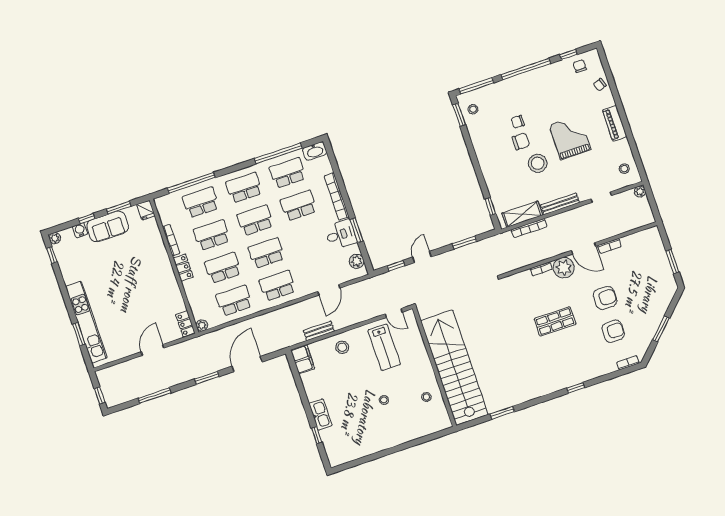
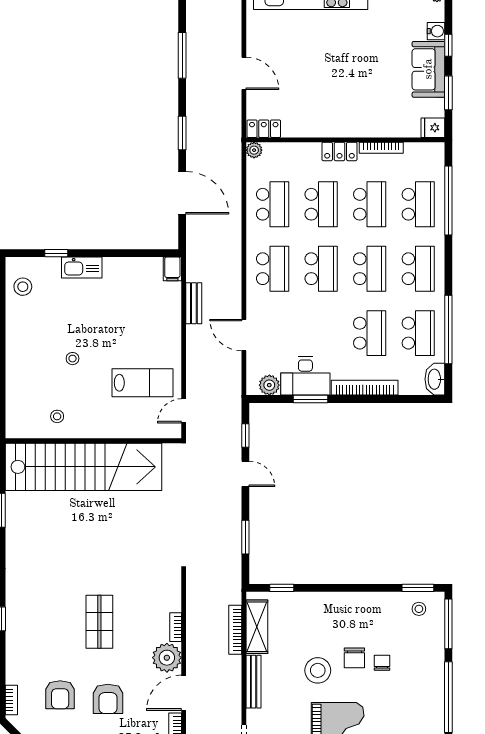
desk: (341, 235) -> (305, 376), width x1.37
stool: (342, 347) -> (23, 287), moved
lab bench: (384, 347) -> (142, 383), turned 180
filing cabinet: (303, 359) -> (172, 269), width x0.50

